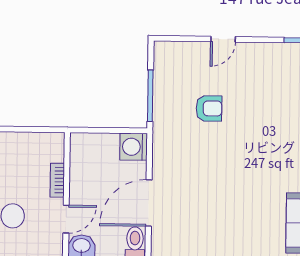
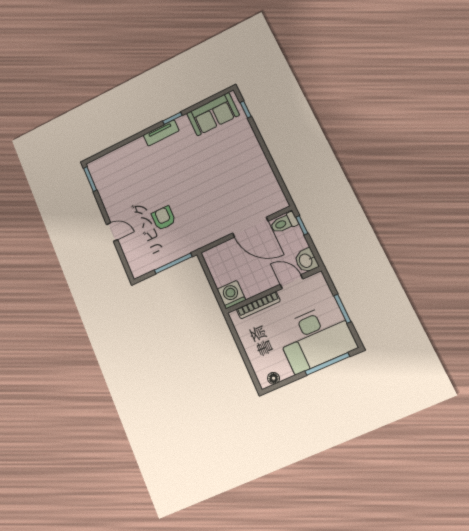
washing machine: (134, 147) -> (231, 295), moved, turned 180
bookcase: (57, 180) -> (258, 305), width x1.56

